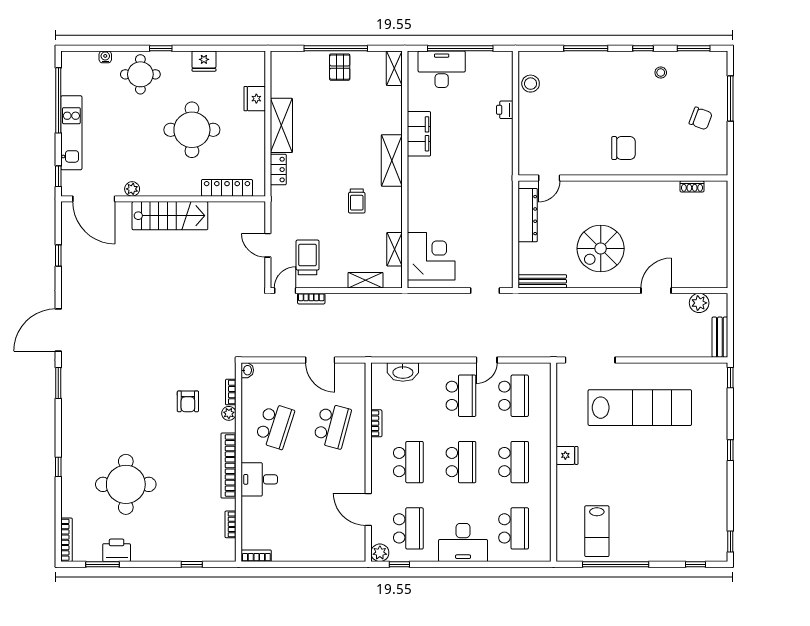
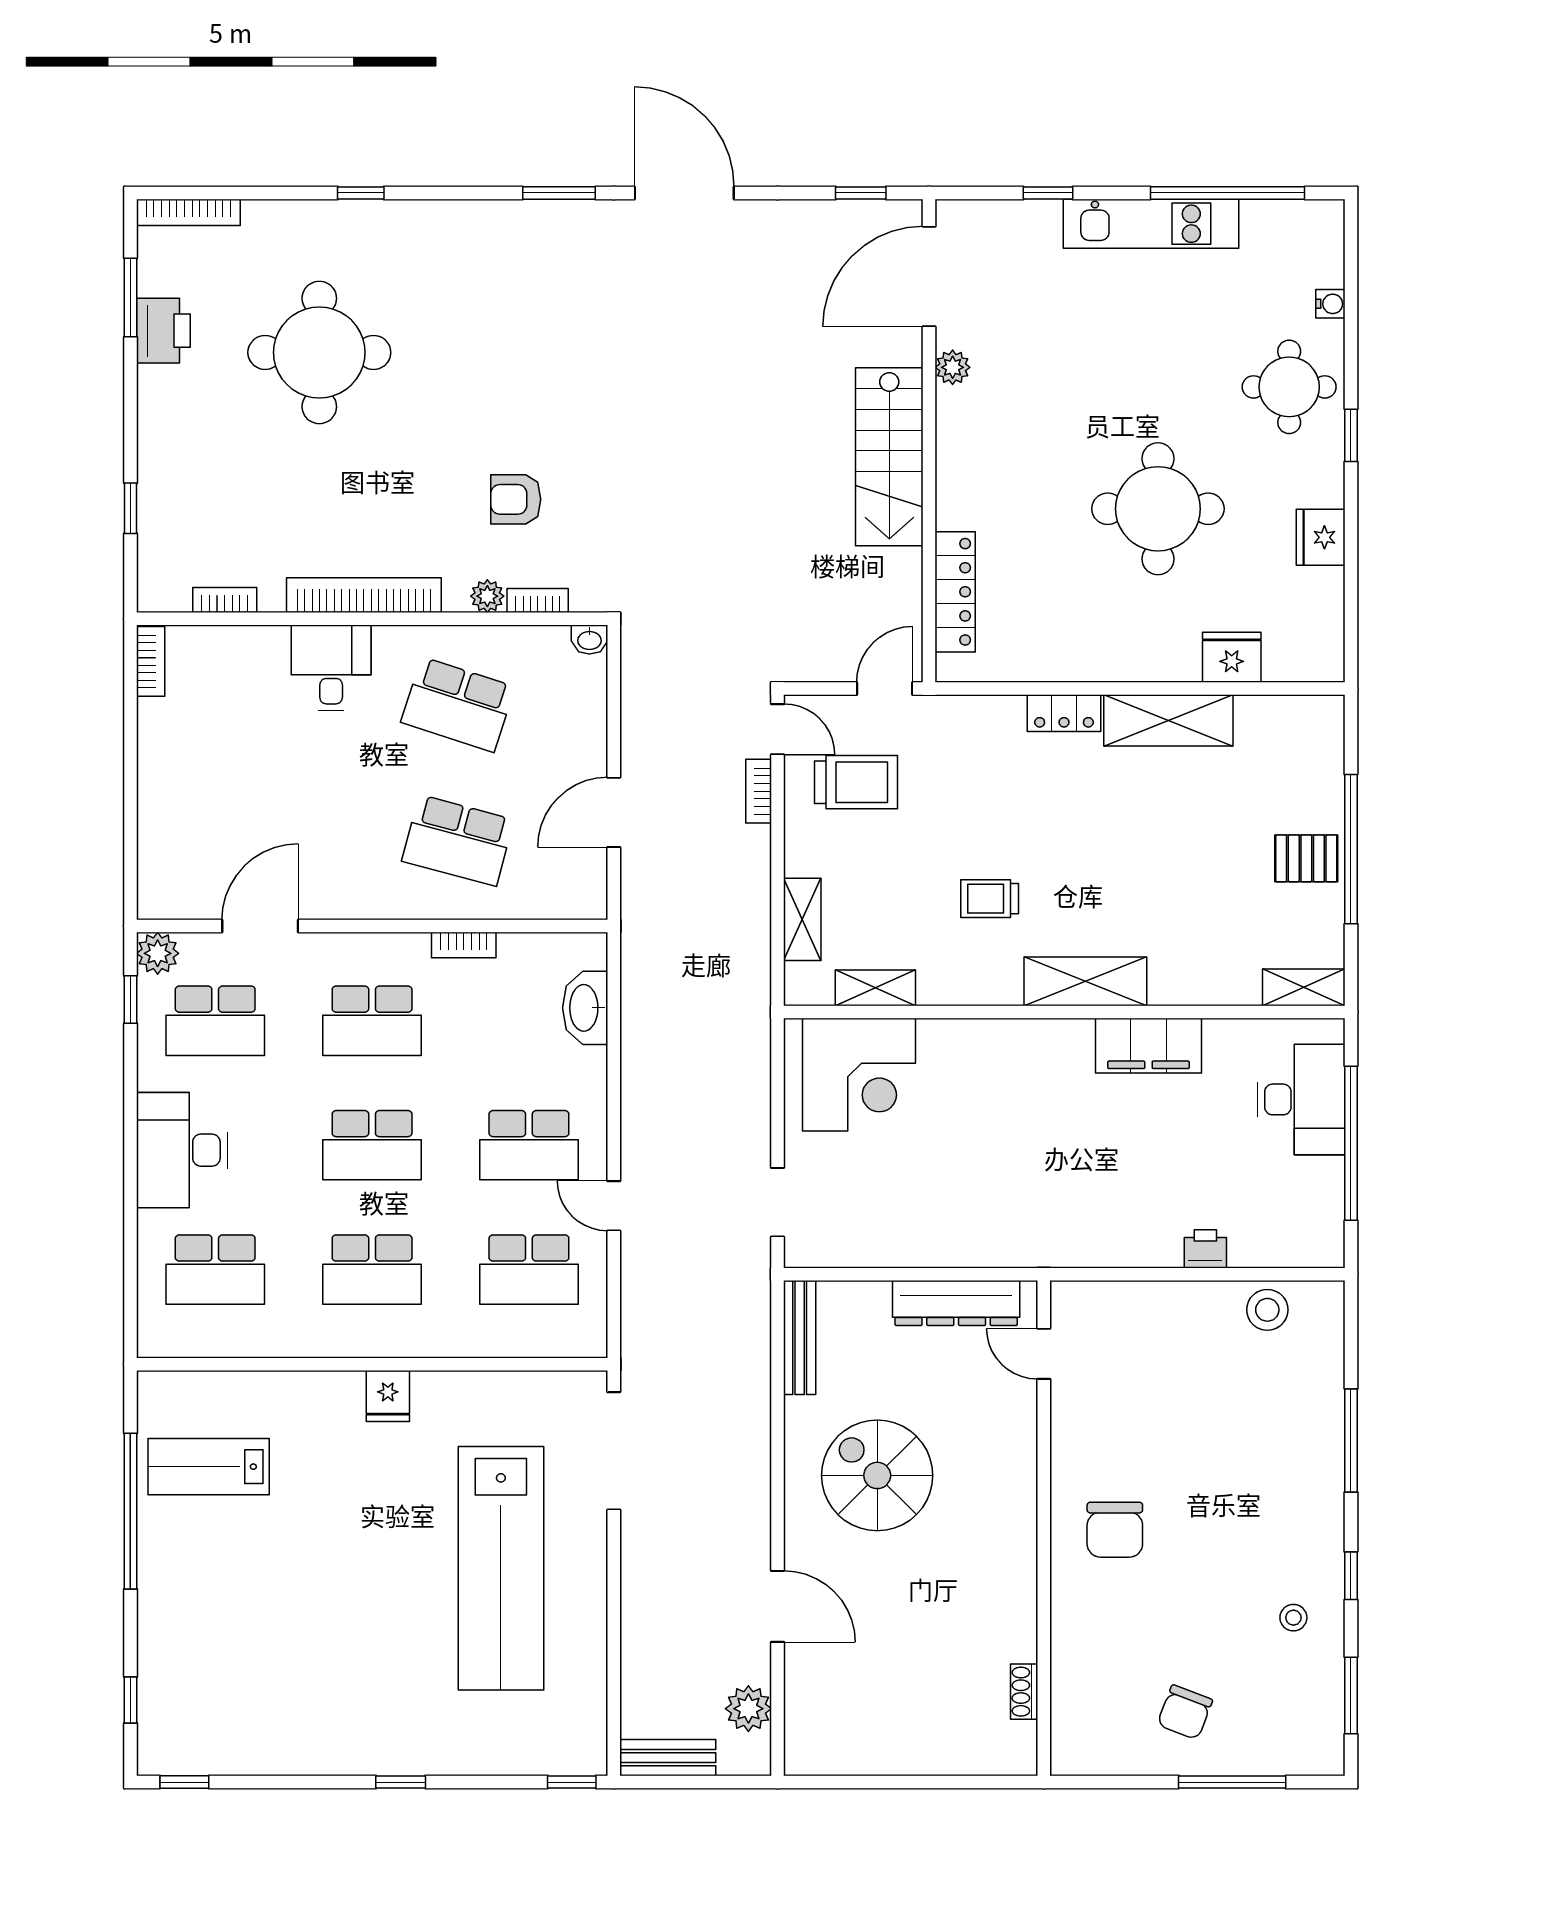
locker: (227, 188) -> (955, 592), moved
plant: (132, 189) -> (953, 367), moved
door: (94, 199) -> (929, 277), moved
wall: (163, 199) -> (929, 441), moved
stairs: (170, 216) -> (889, 457), moved

